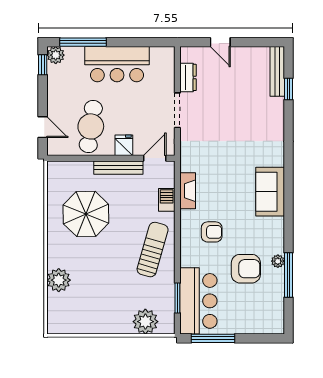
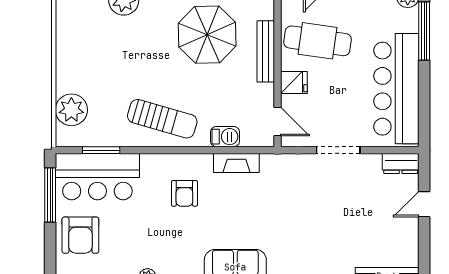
bar counter: (117, 64) -> (396, 89), width x1.36
dresser: (188, 77) -> (401, 163), moved
bench: (118, 168) -> (266, 51), moved
armchair: (246, 269) -> (80, 235), moved

